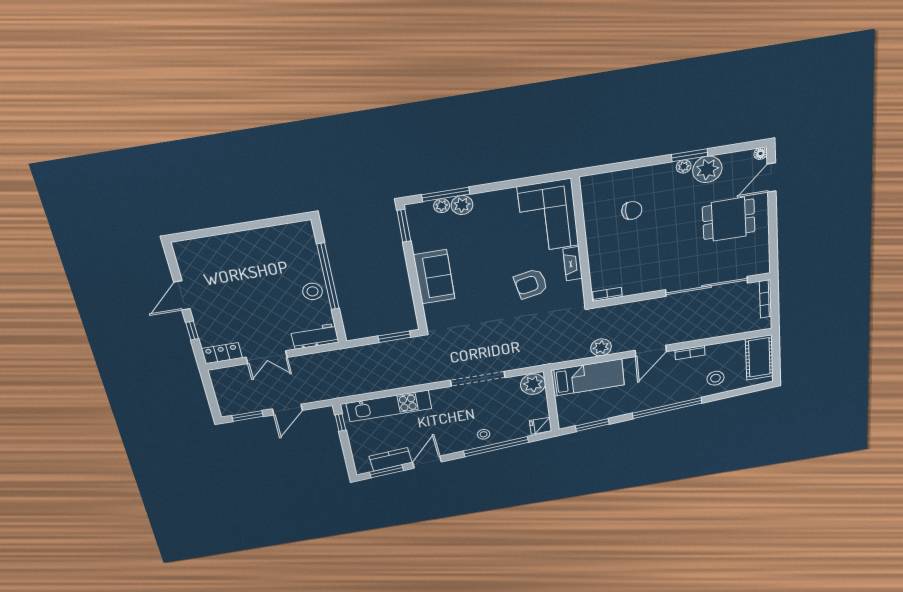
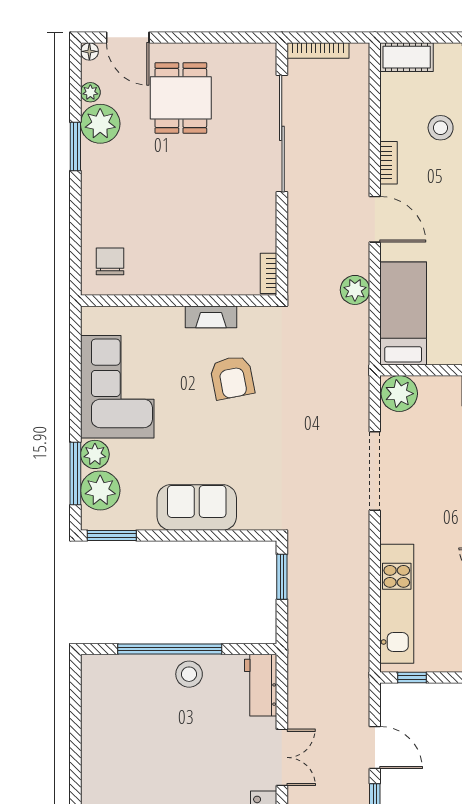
plant: (684, 166) -> (90, 92), moved
plant: (442, 206) -> (100, 490), width x1.88, depth x1.88
chair: (632, 210) -> (110, 261), moved
corner sofa: (548, 216) -> (117, 387), moved, turned -90
cot: (759, 357) -> (407, 57), width x0.73, depth x0.75

